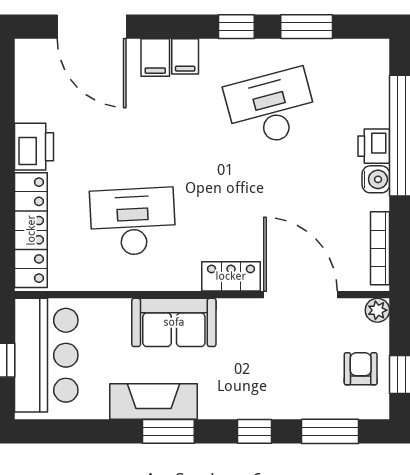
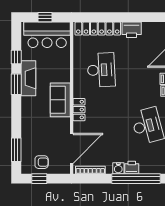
door: (300, 295) -> (72, 148), moved
plant: (377, 310) -> (65, 169), removed
sofa: (174, 322) -> (60, 100), moved
window: (255, 431) -> (16, 57), moved

